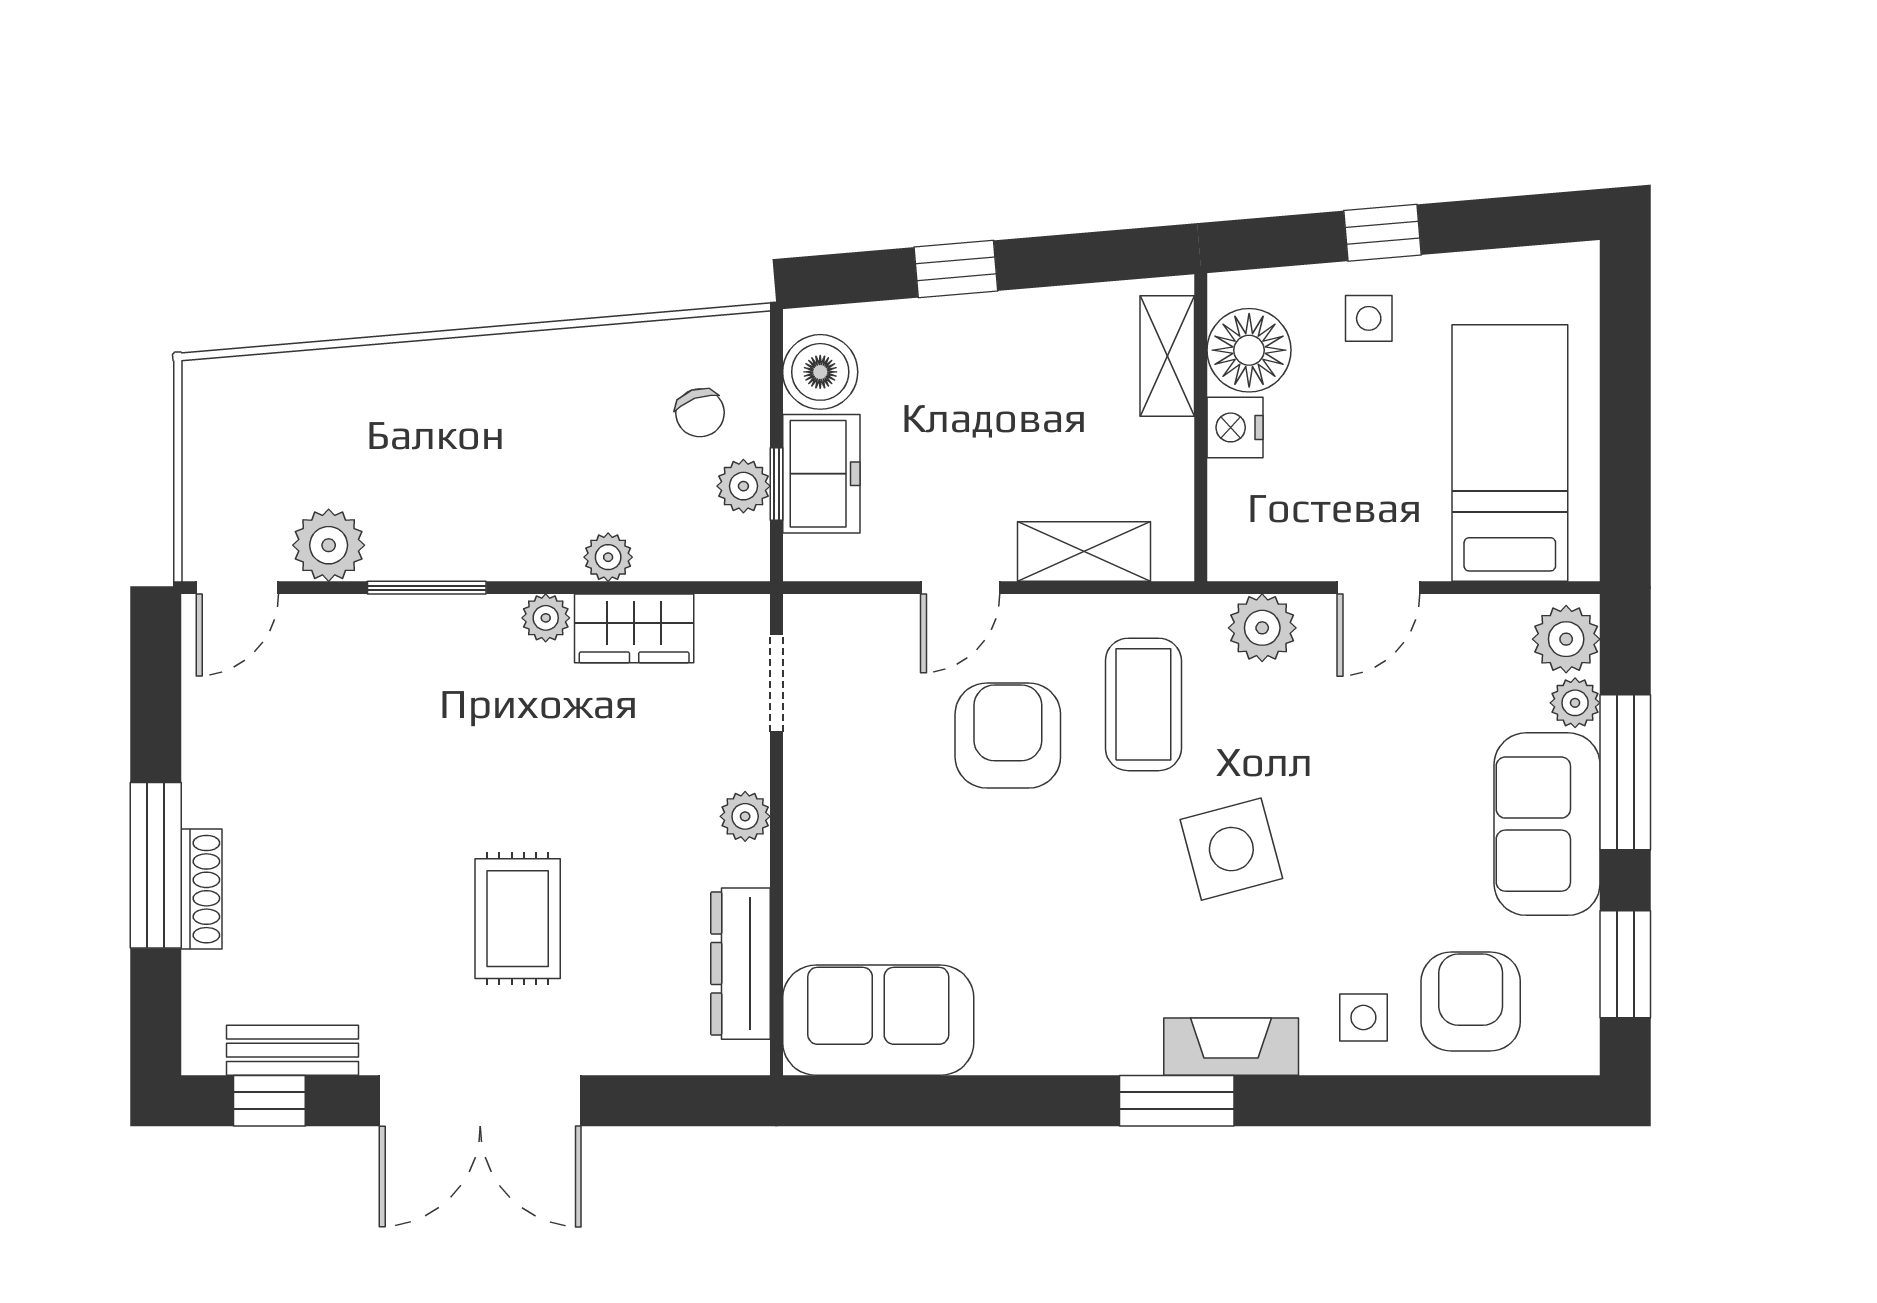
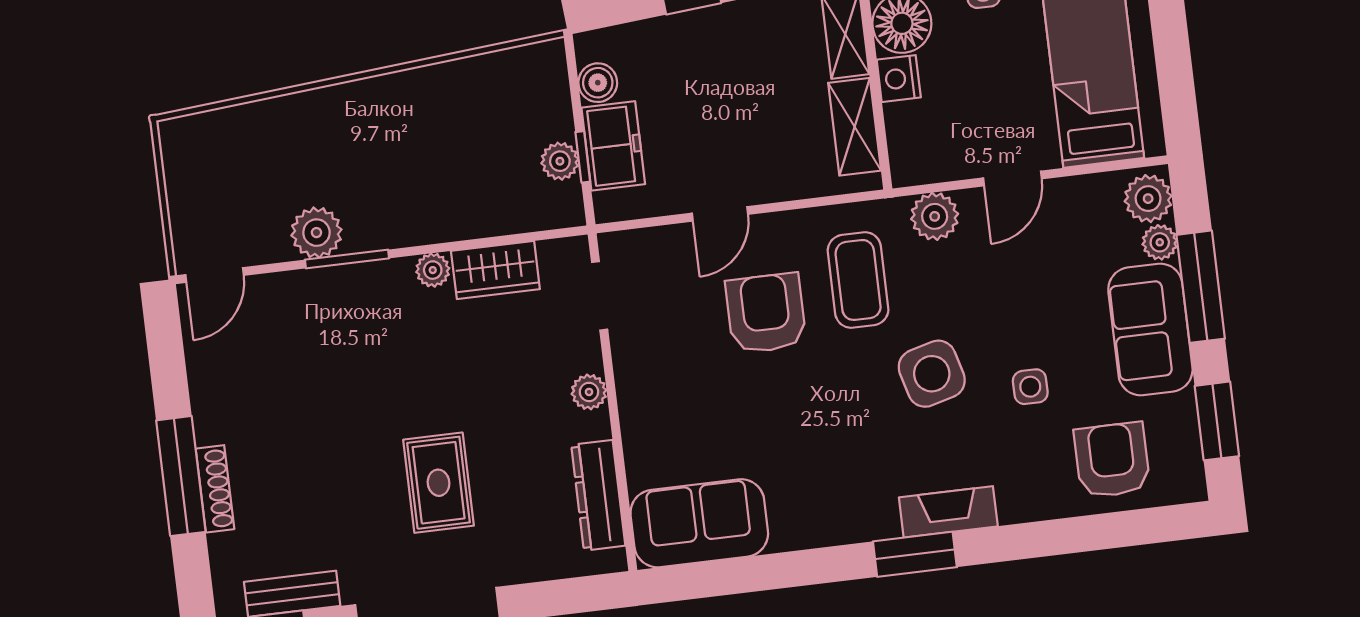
boiler: (820, 372) -> (598, 83), width x0.73, depth x0.73
chair: (700, 413) -> (523, 114), removed
plant: (329, 545) -> (316, 233), moved
shelving: (1084, 551) -> (855, 127), moved, turned 90
plant: (608, 557) -> (471, 222), removed
side table: (1363, 1017) -> (1030, 387), moved

